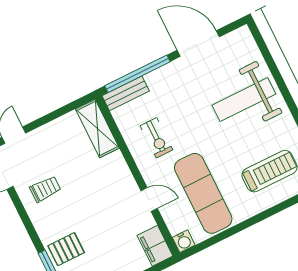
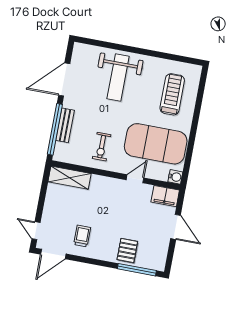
bench: (126, 93) -> (65, 125), moved
exercise bike: (156, 138) -> (102, 147), turned 90
exercise mat: (203, 193) -> (156, 144), width x1.47

